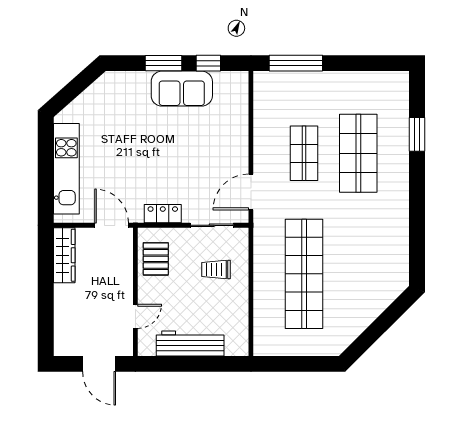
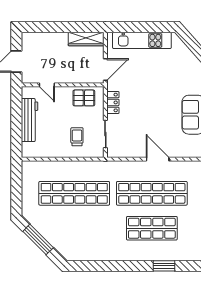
shop shelf: (304, 153) -> (152, 193), width x2.00, depth x1.36
door: (251, 192) -> (158, 159), moved
window: (376, 330) -> (38, 239), added

